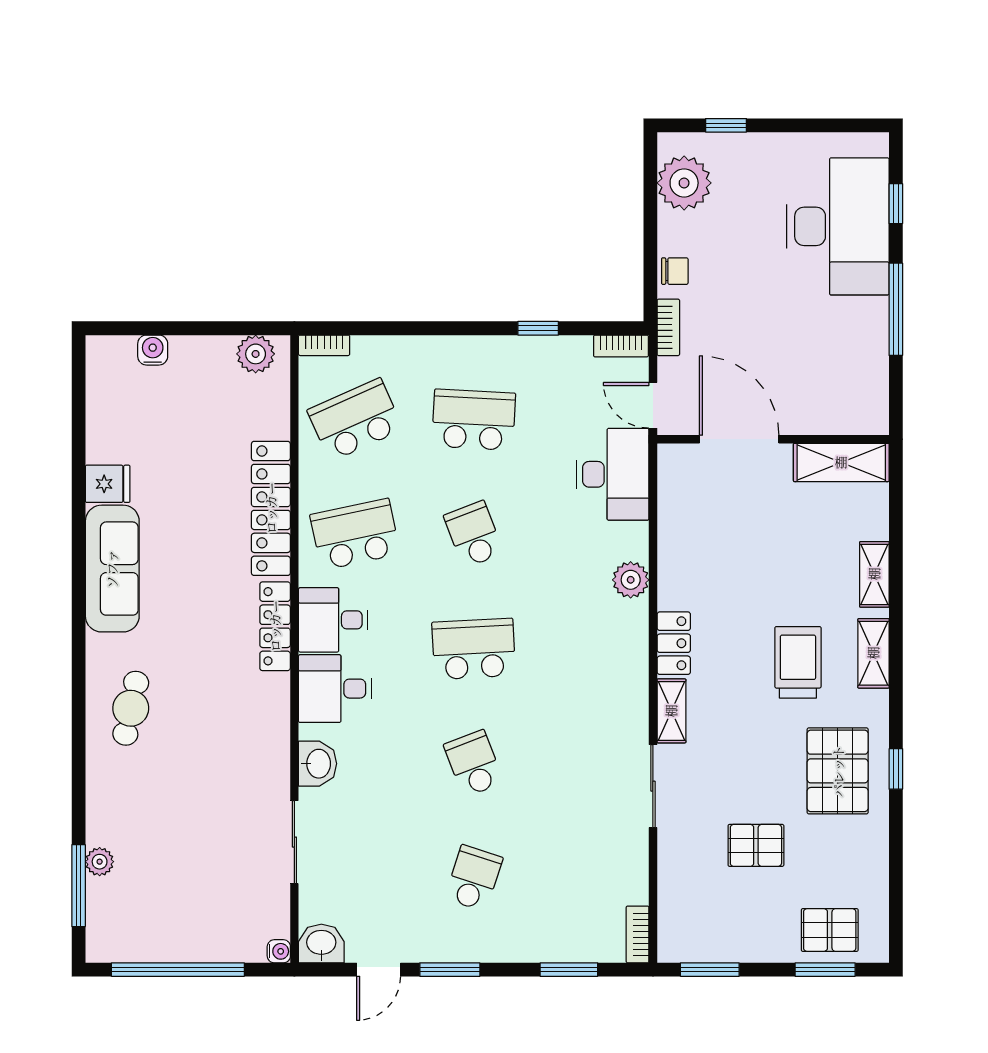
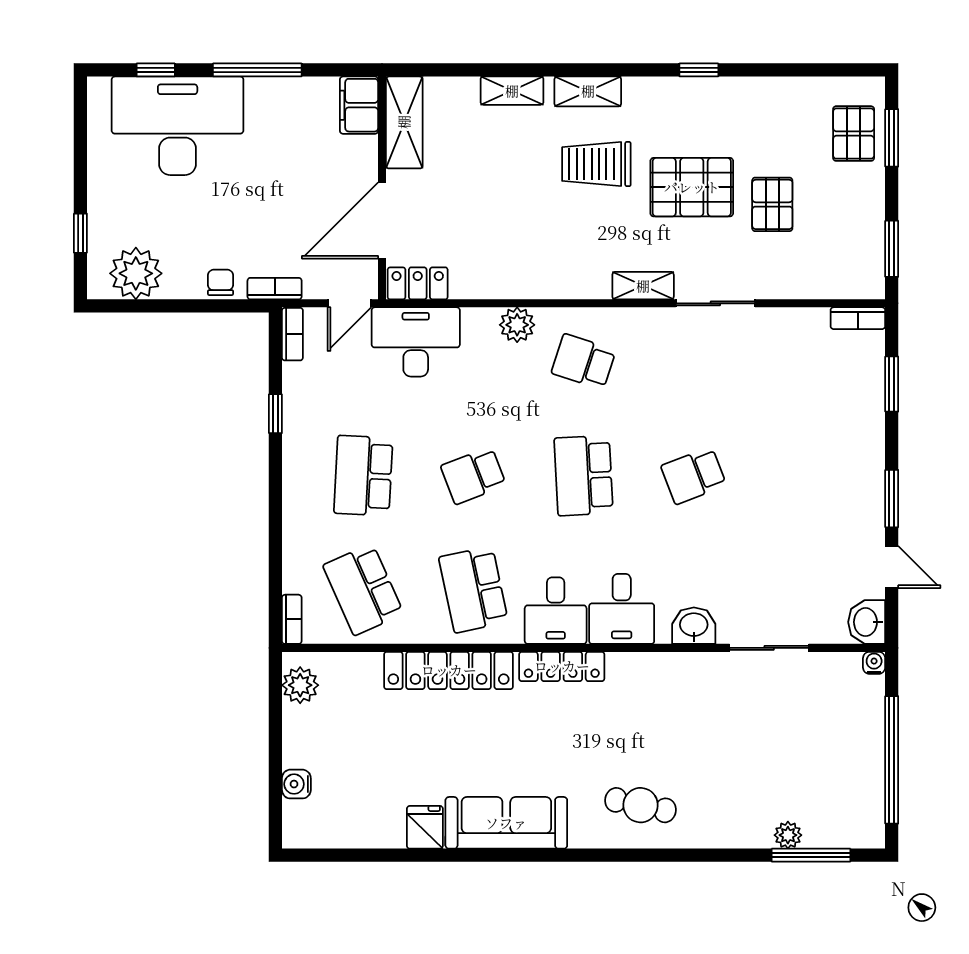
filing cabinet: (859, 415) -> (359, 105), added
locker: (674, 643) -> (418, 283), moved
pallet: (838, 771) -> (692, 187), moved
school desk: (474, 878) -> (584, 362), moved

